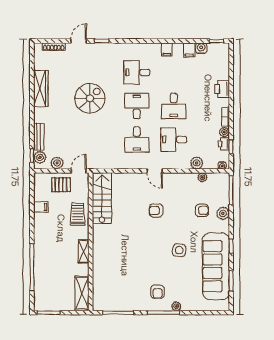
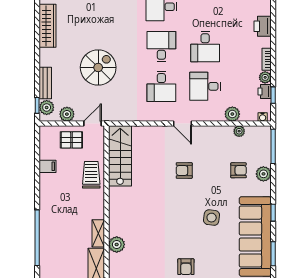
spiral stairs: (90, 98) -> (98, 67), moved
shelving: (84, 251) -> (98, 233), moved
plant: (99, 273) -> (117, 245), added

